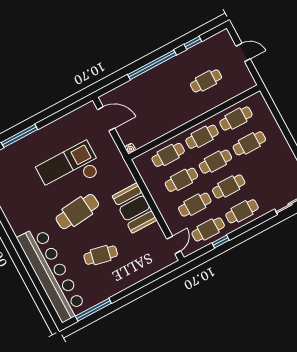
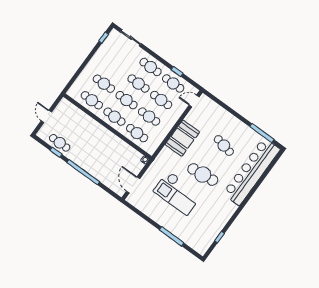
cafe table: (206, 81) -> (60, 143), moved

